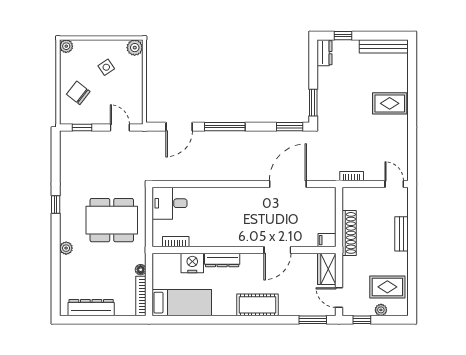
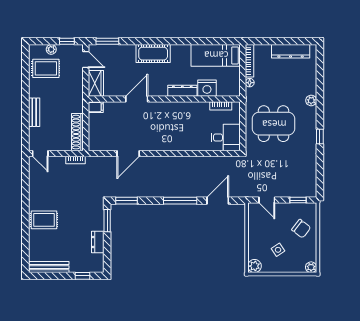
dresser: (324, 53) -> (98, 242), moved
door: (288, 184) -> (128, 153), width x0.73
shoe rack: (349, 233) -> (77, 132), moved

